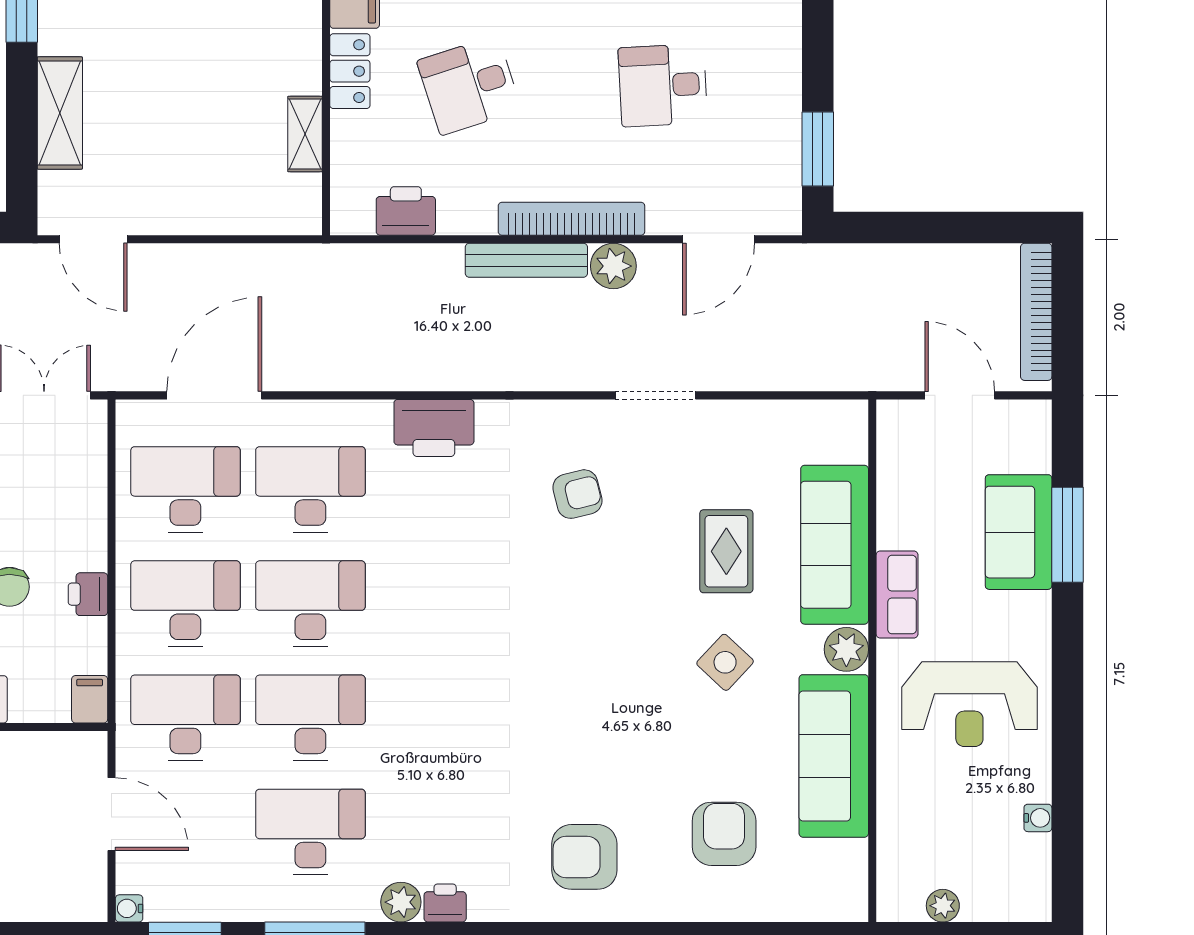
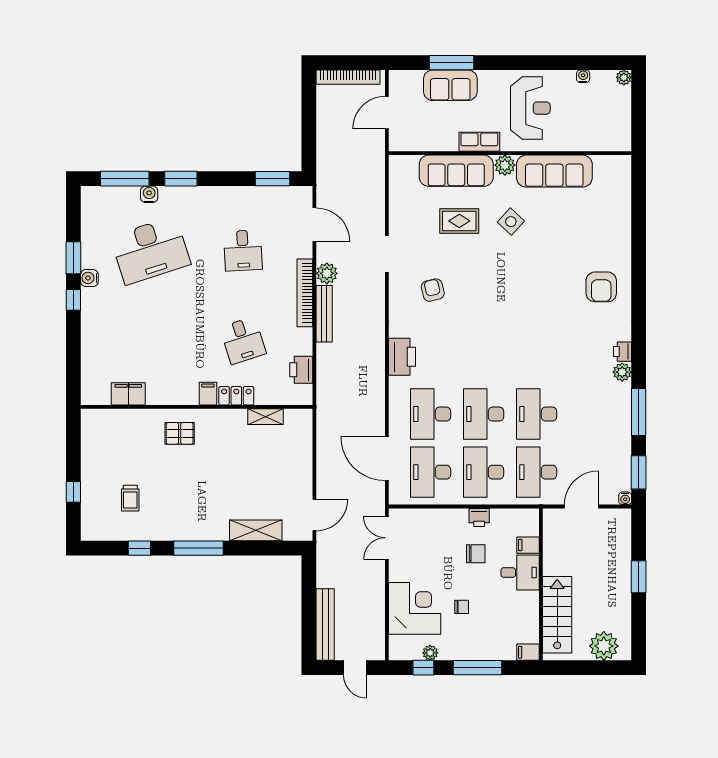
filing cabinet: (90, 699) -> (528, 545), moved
desk: (310, 832) -> (590, 414), removed
armchair: (724, 834) -> (590, 222), removed
plant: (943, 906) -> (624, 77), moved

